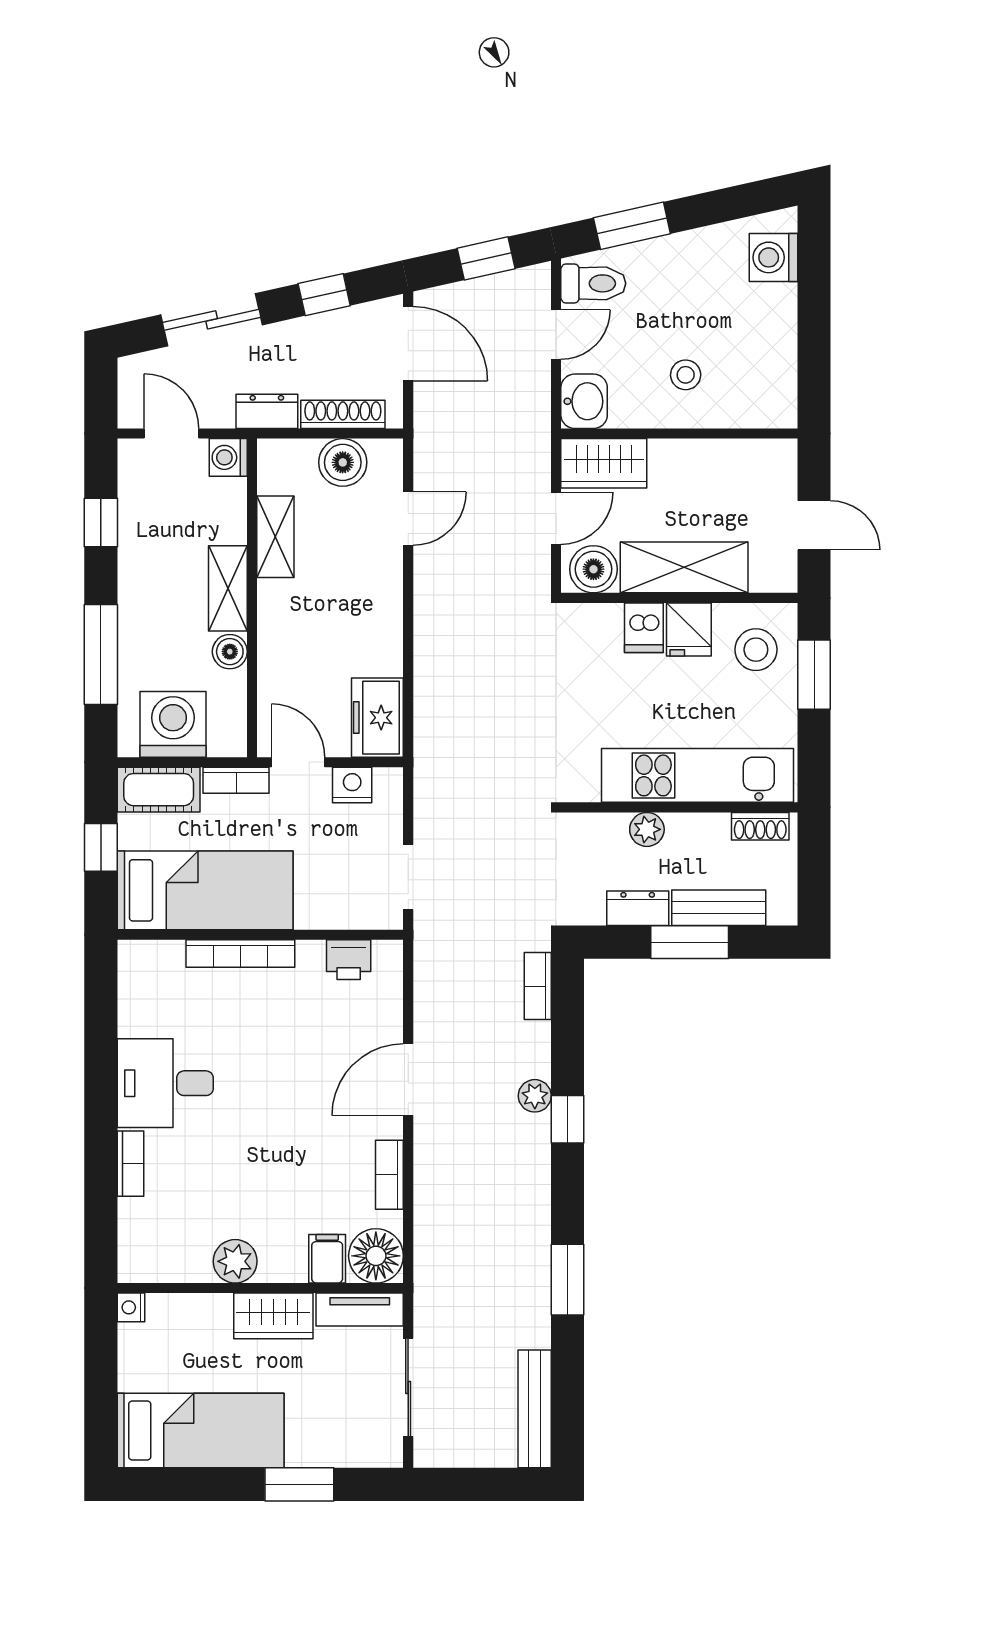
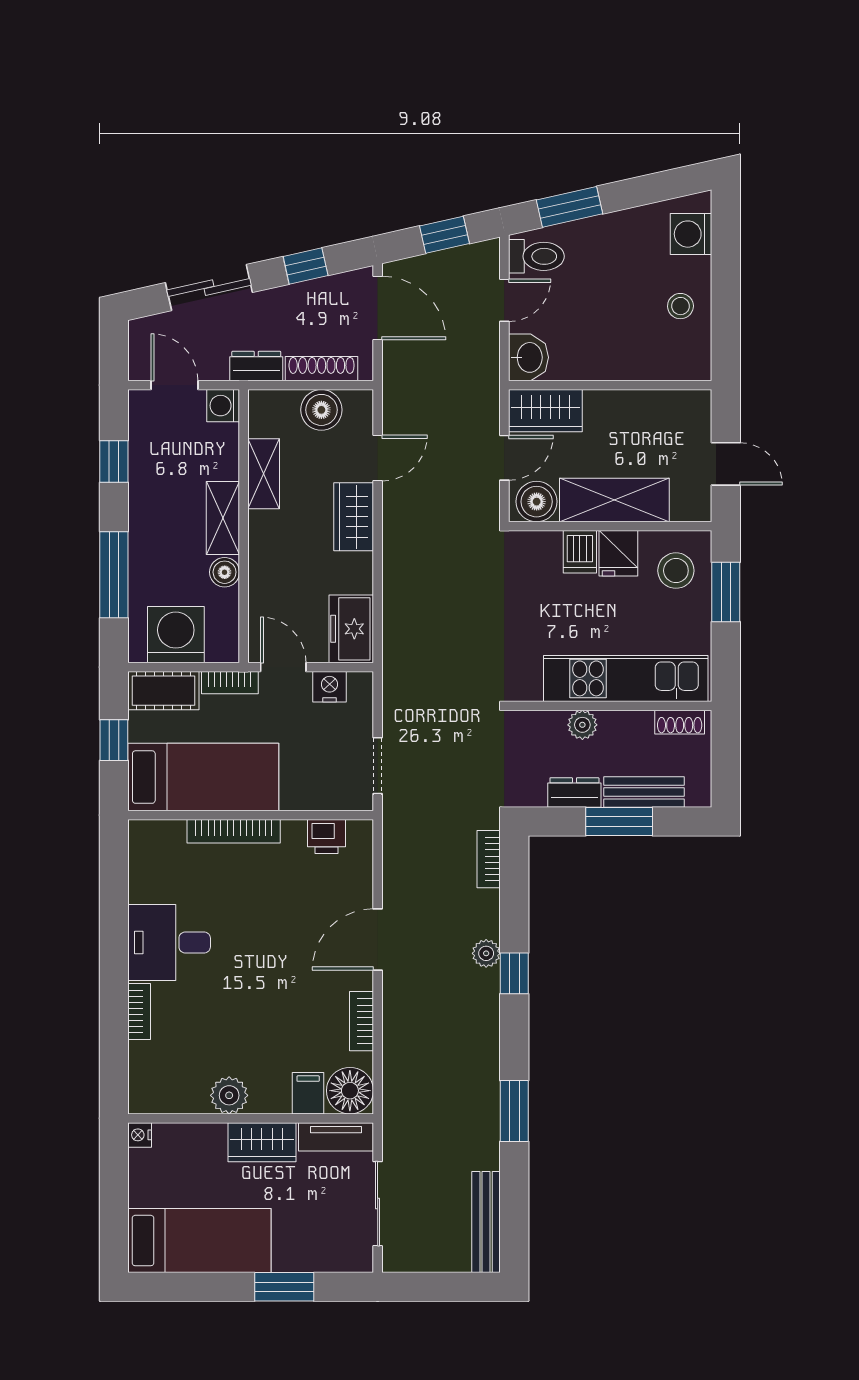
stool: (686, 375) -> (680, 306), moved
wardrobe: (380, 587) -> (354, 517), added

